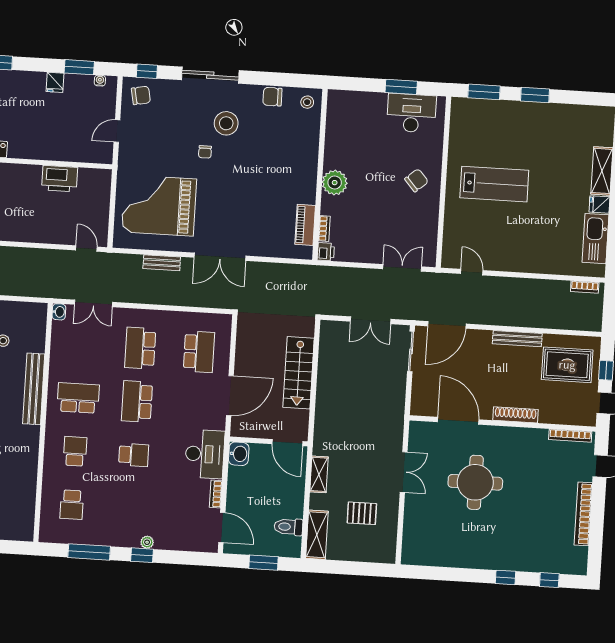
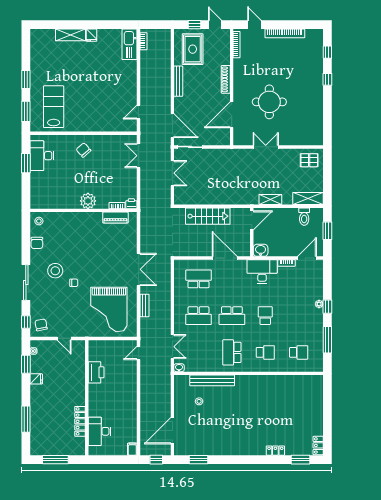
lab bench: (494, 184) -> (54, 107), moved
kitchen sink: (595, 239) -> (130, 44), moved, turned 90
bench: (34, 389) -> (212, 380), moved
school desk: (75, 451) -> (265, 352), turned 180
pallet: (362, 513) -> (309, 160), moved, turned 90

